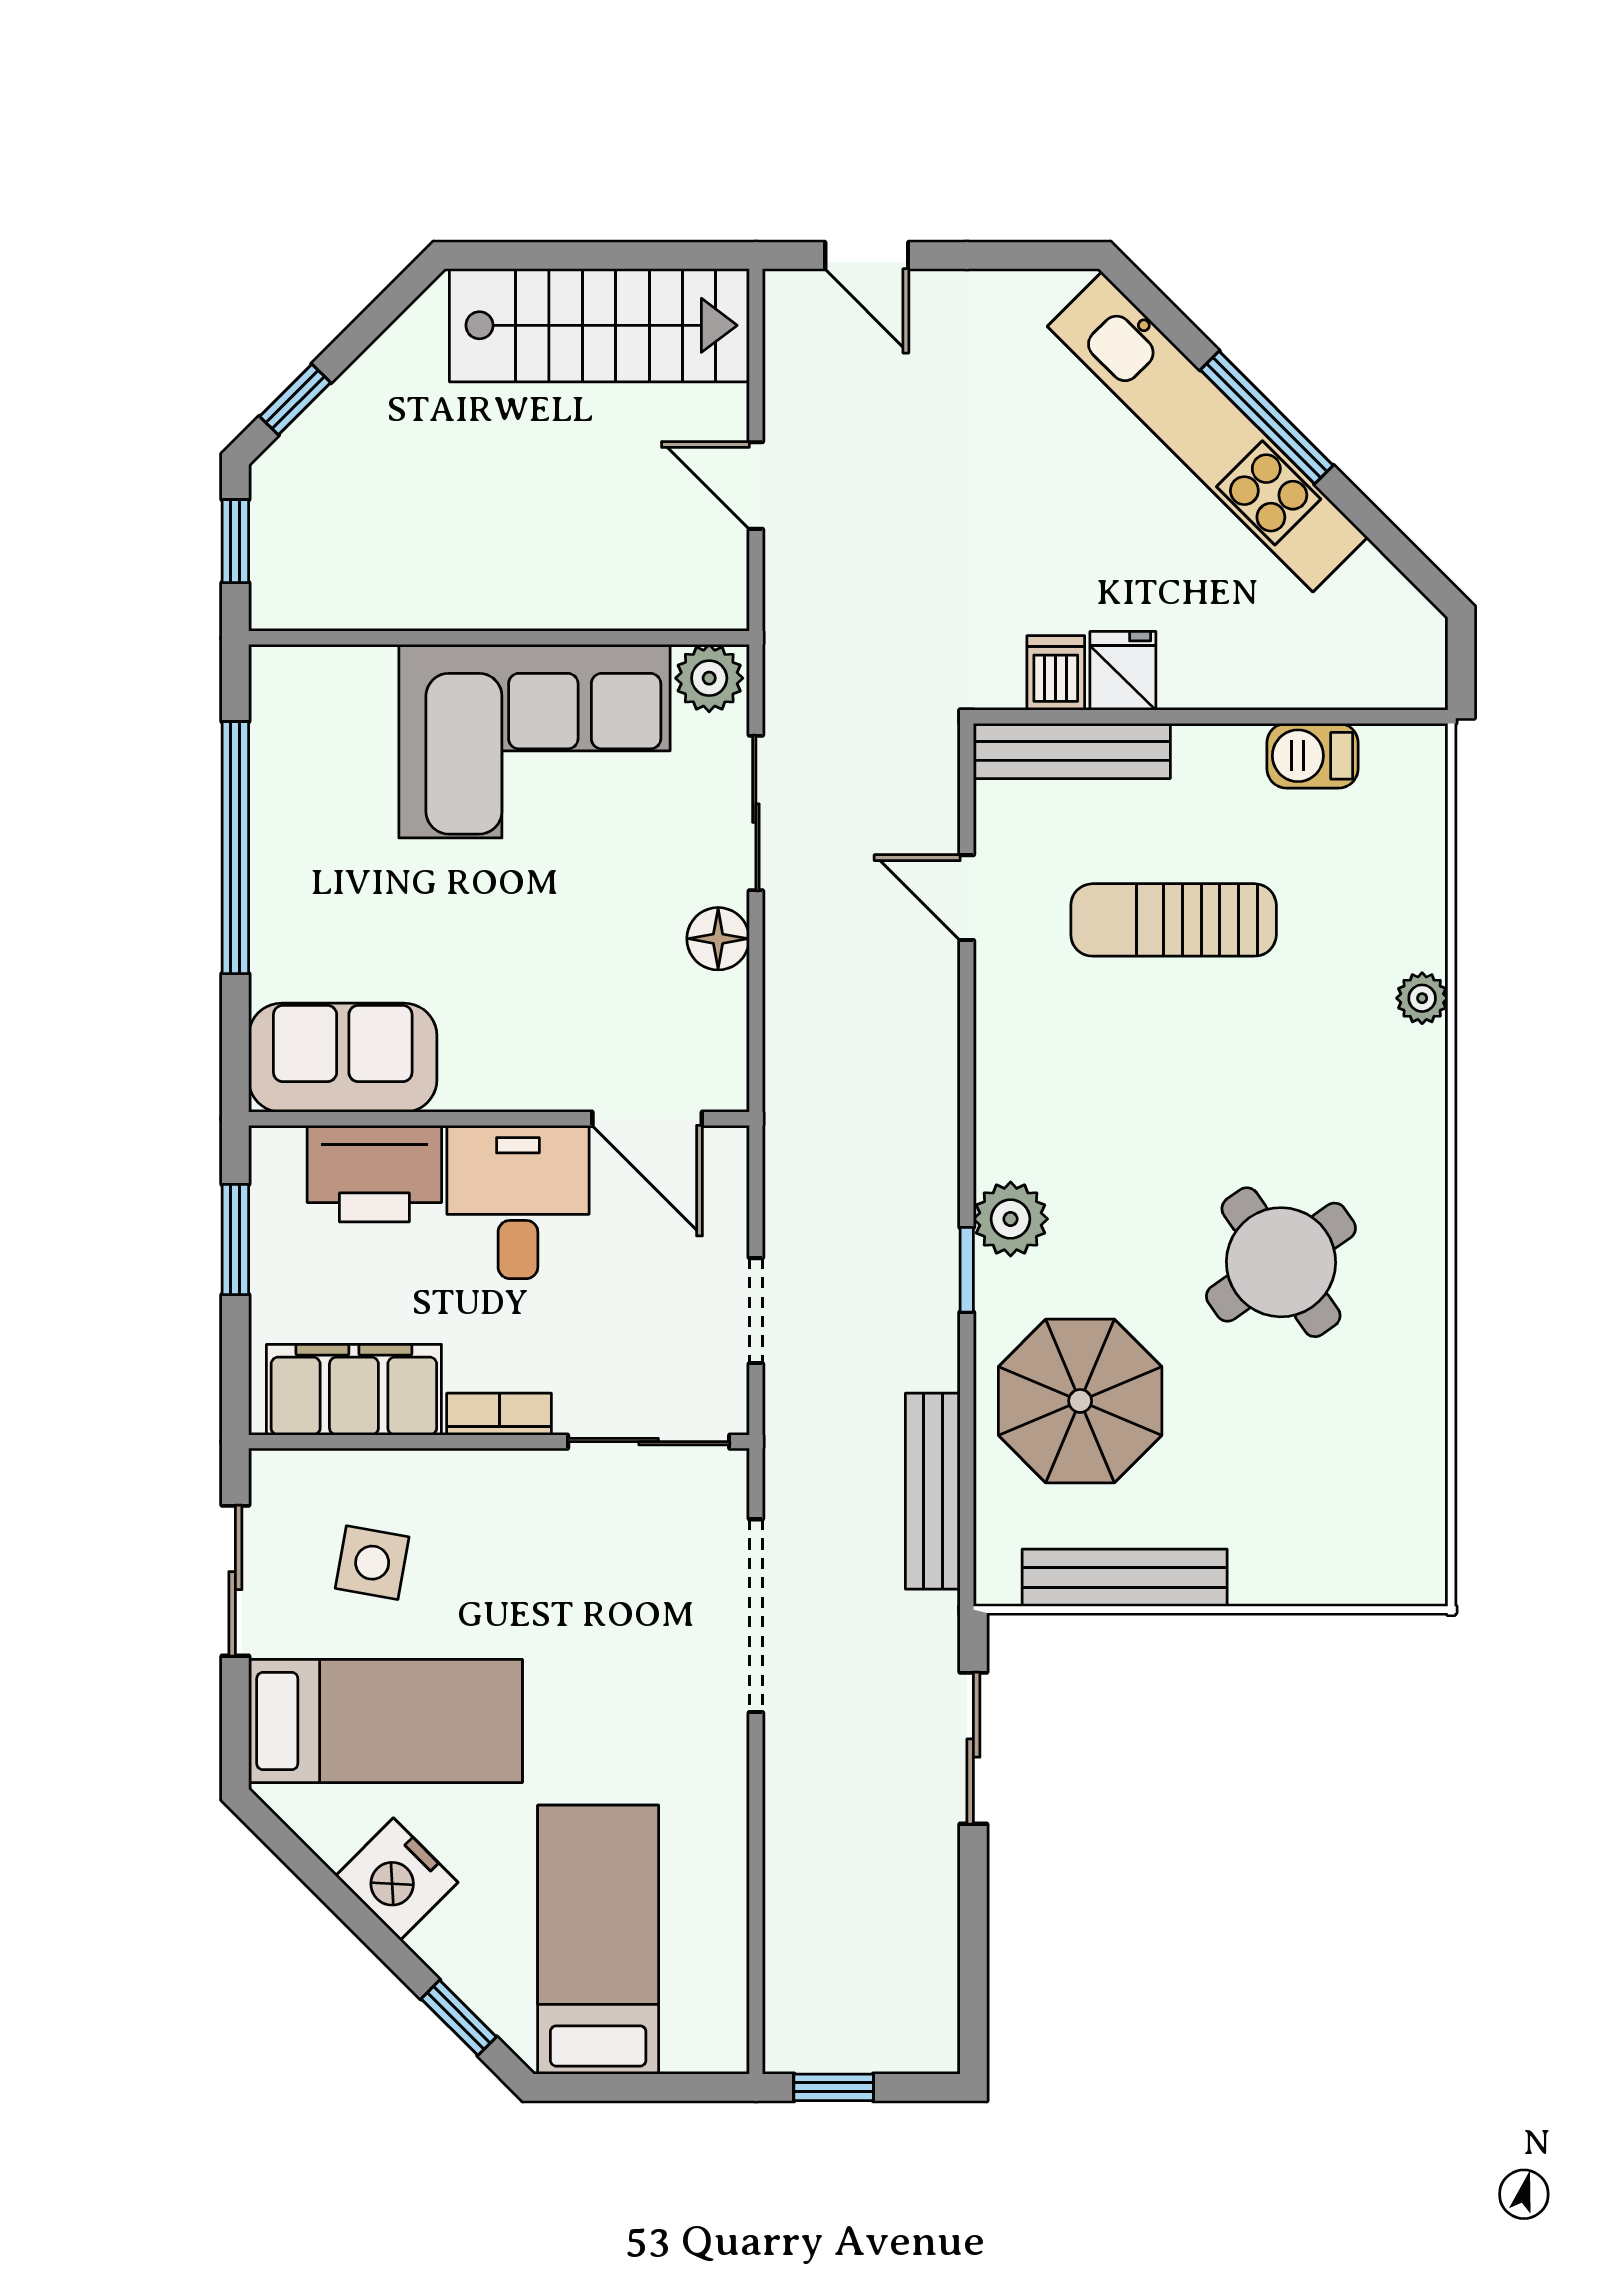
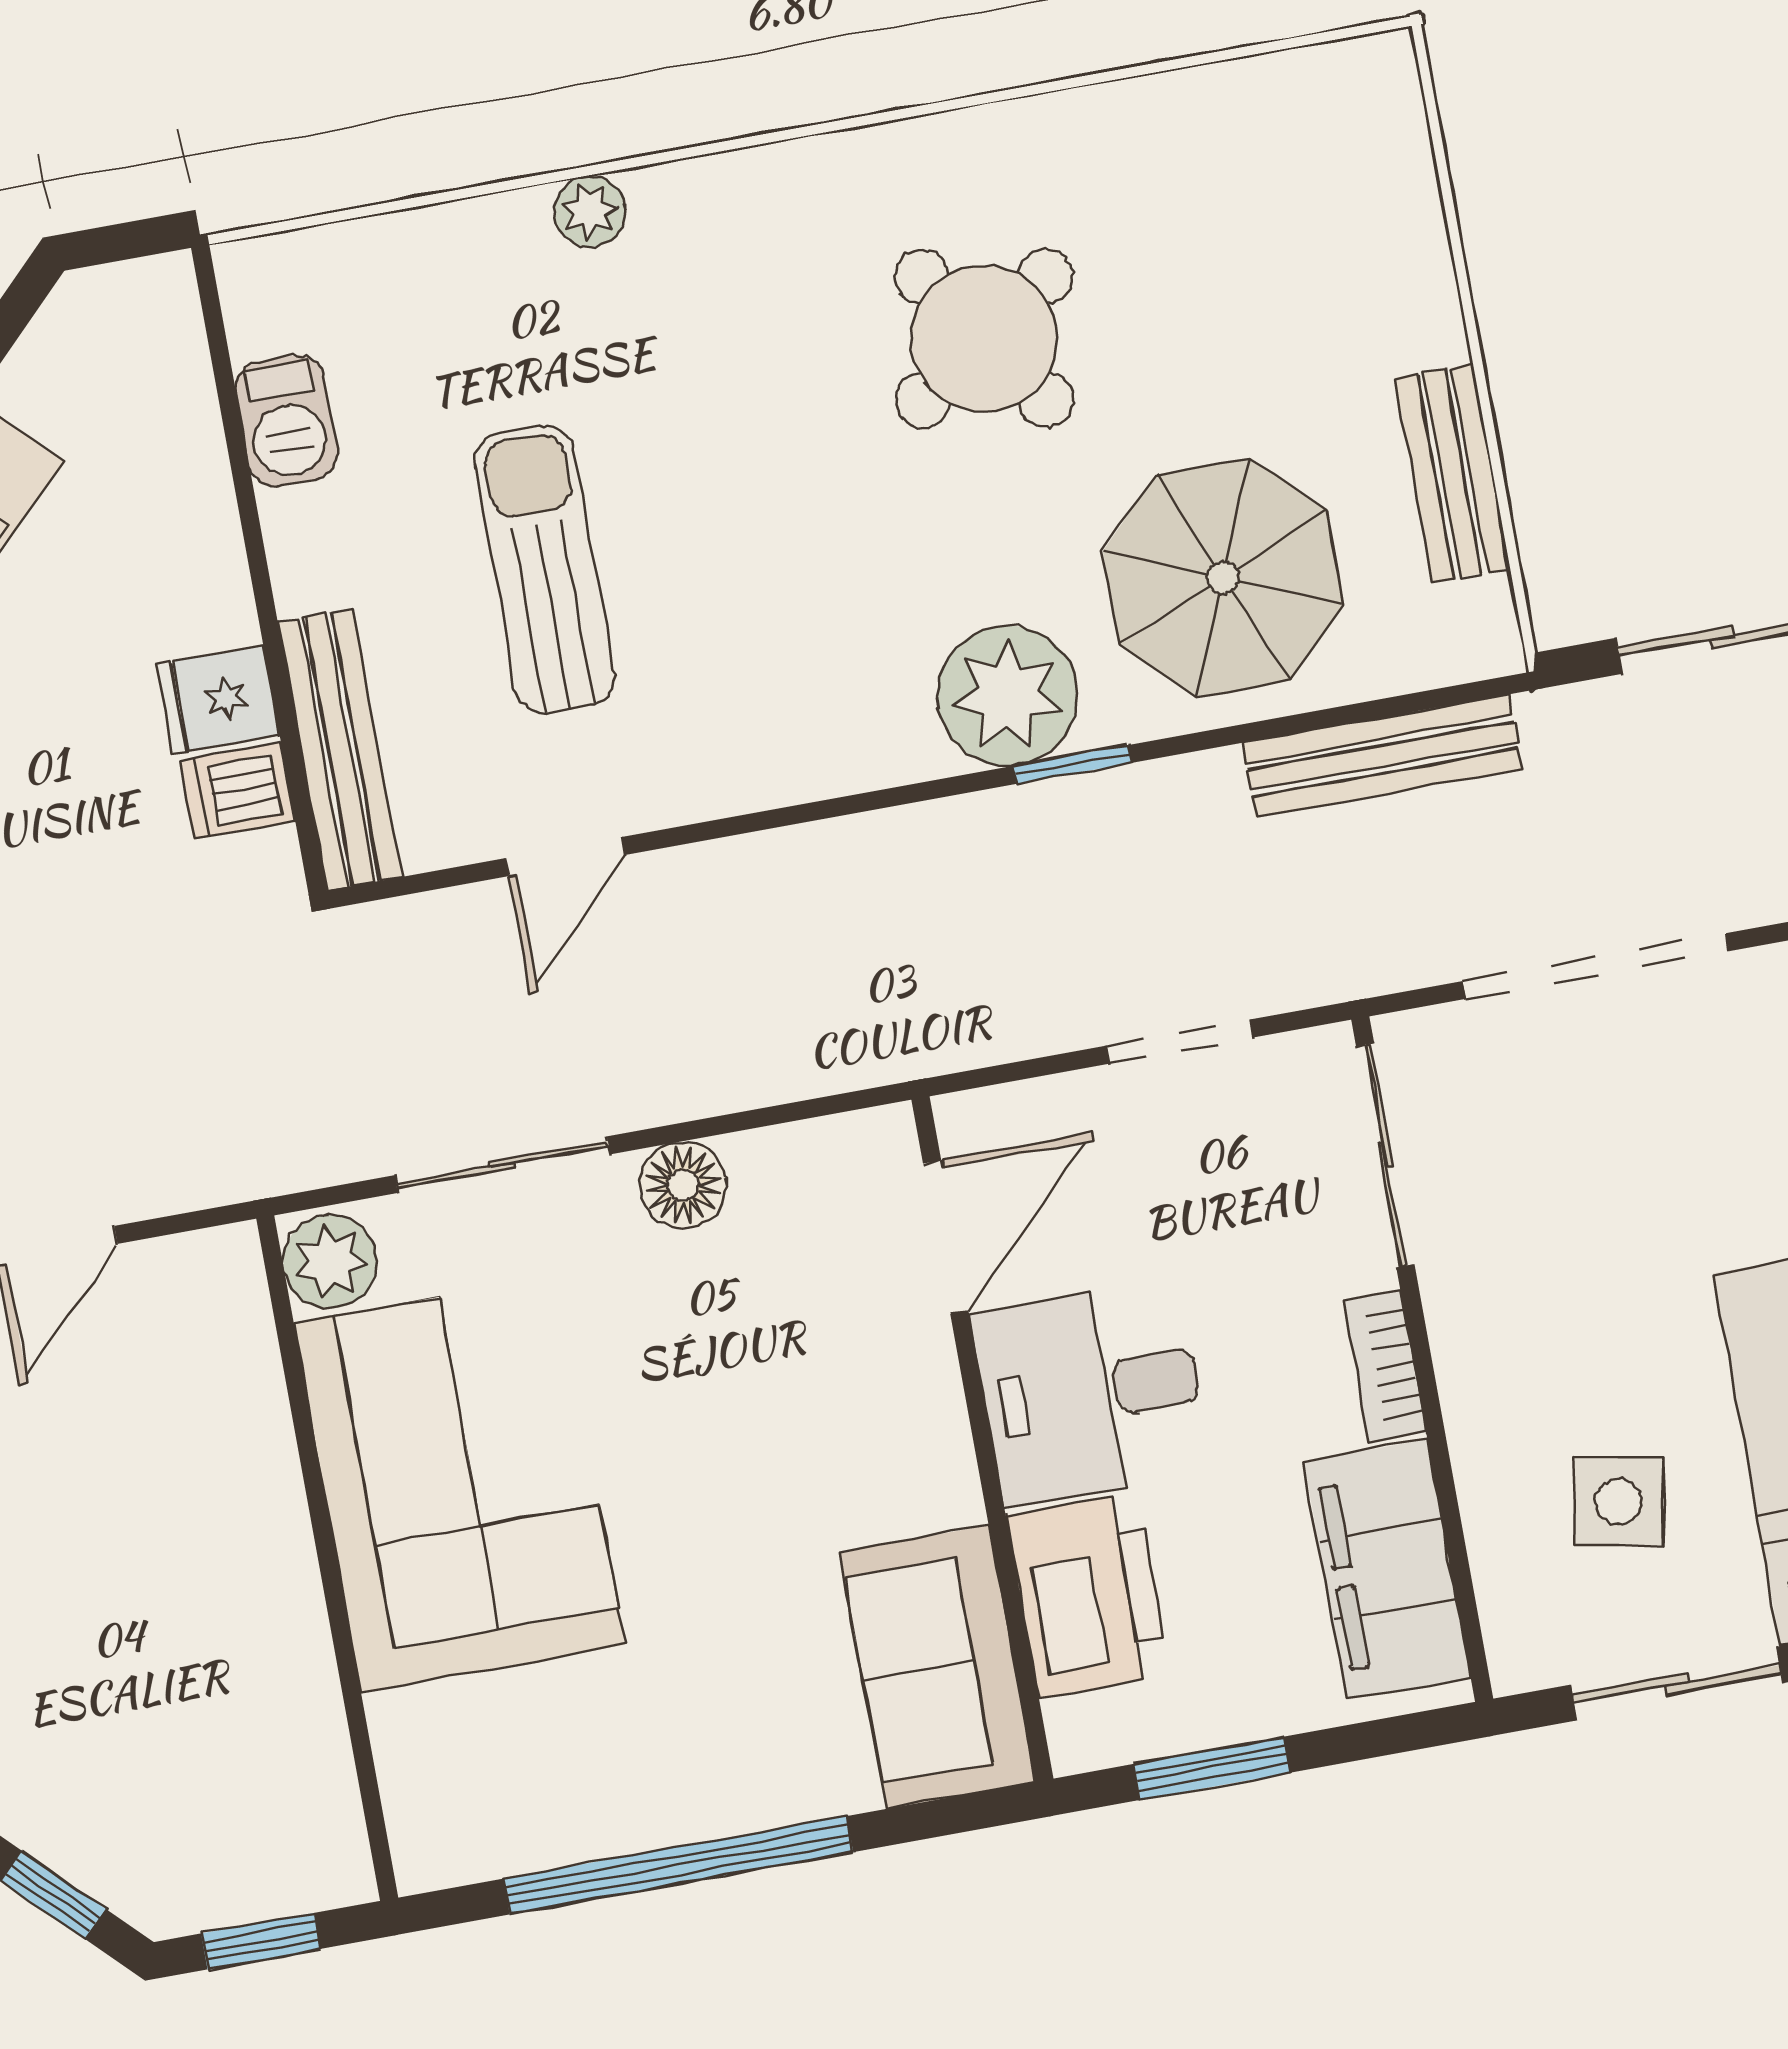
sun lounger: (1174, 920) -> (545, 569), turned 180
plant: (1011, 1219) -> (1007, 696), width x1.36, depth x1.36
bench: (1125, 1578) -> (1453, 473), width x0.73

